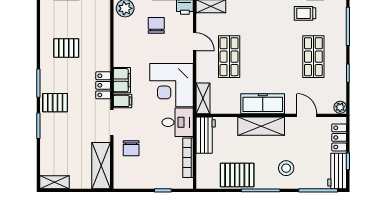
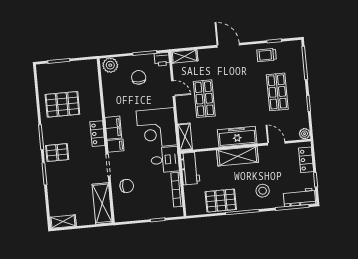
pallet: (66, 48) -> (62, 104), width x1.50, depth x1.42
chair: (131, 148) -> (127, 186), turned -90
workbench: (337, 171) -> (299, 197), moved, turned 90

